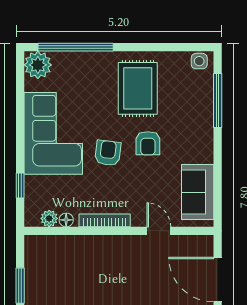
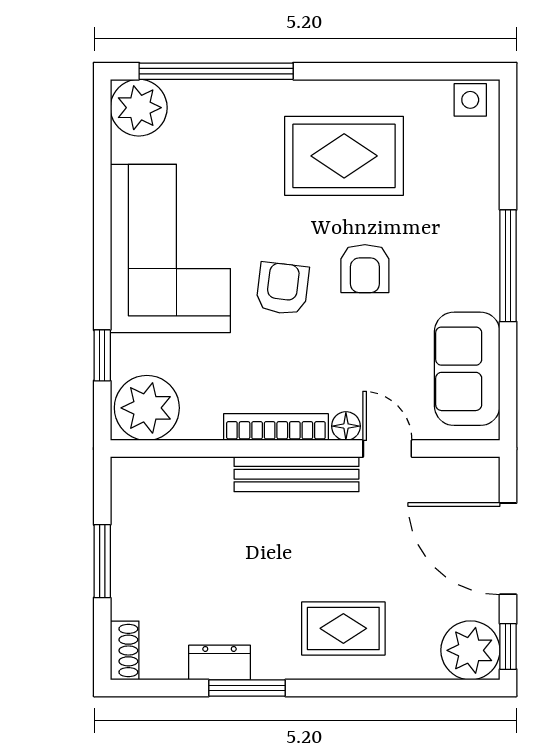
rug: (138, 88) -> (344, 156), turned 90
window: (218, 101) -> (508, 266), moved
plant: (49, 218) -> (147, 408), width x1.88, depth x1.88
floor lamp: (66, 220) -> (346, 426), moved
bench: (115, 243) -> (296, 474), added

